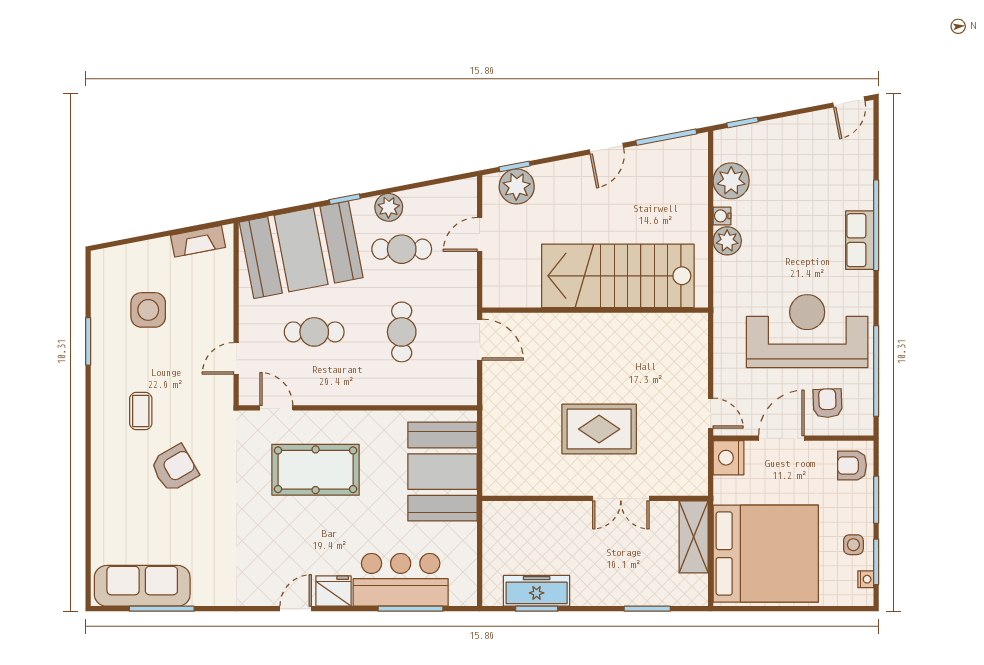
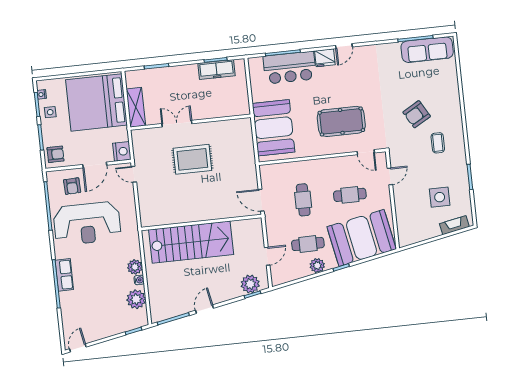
fireplace: (198, 241) -> (454, 225), moved

